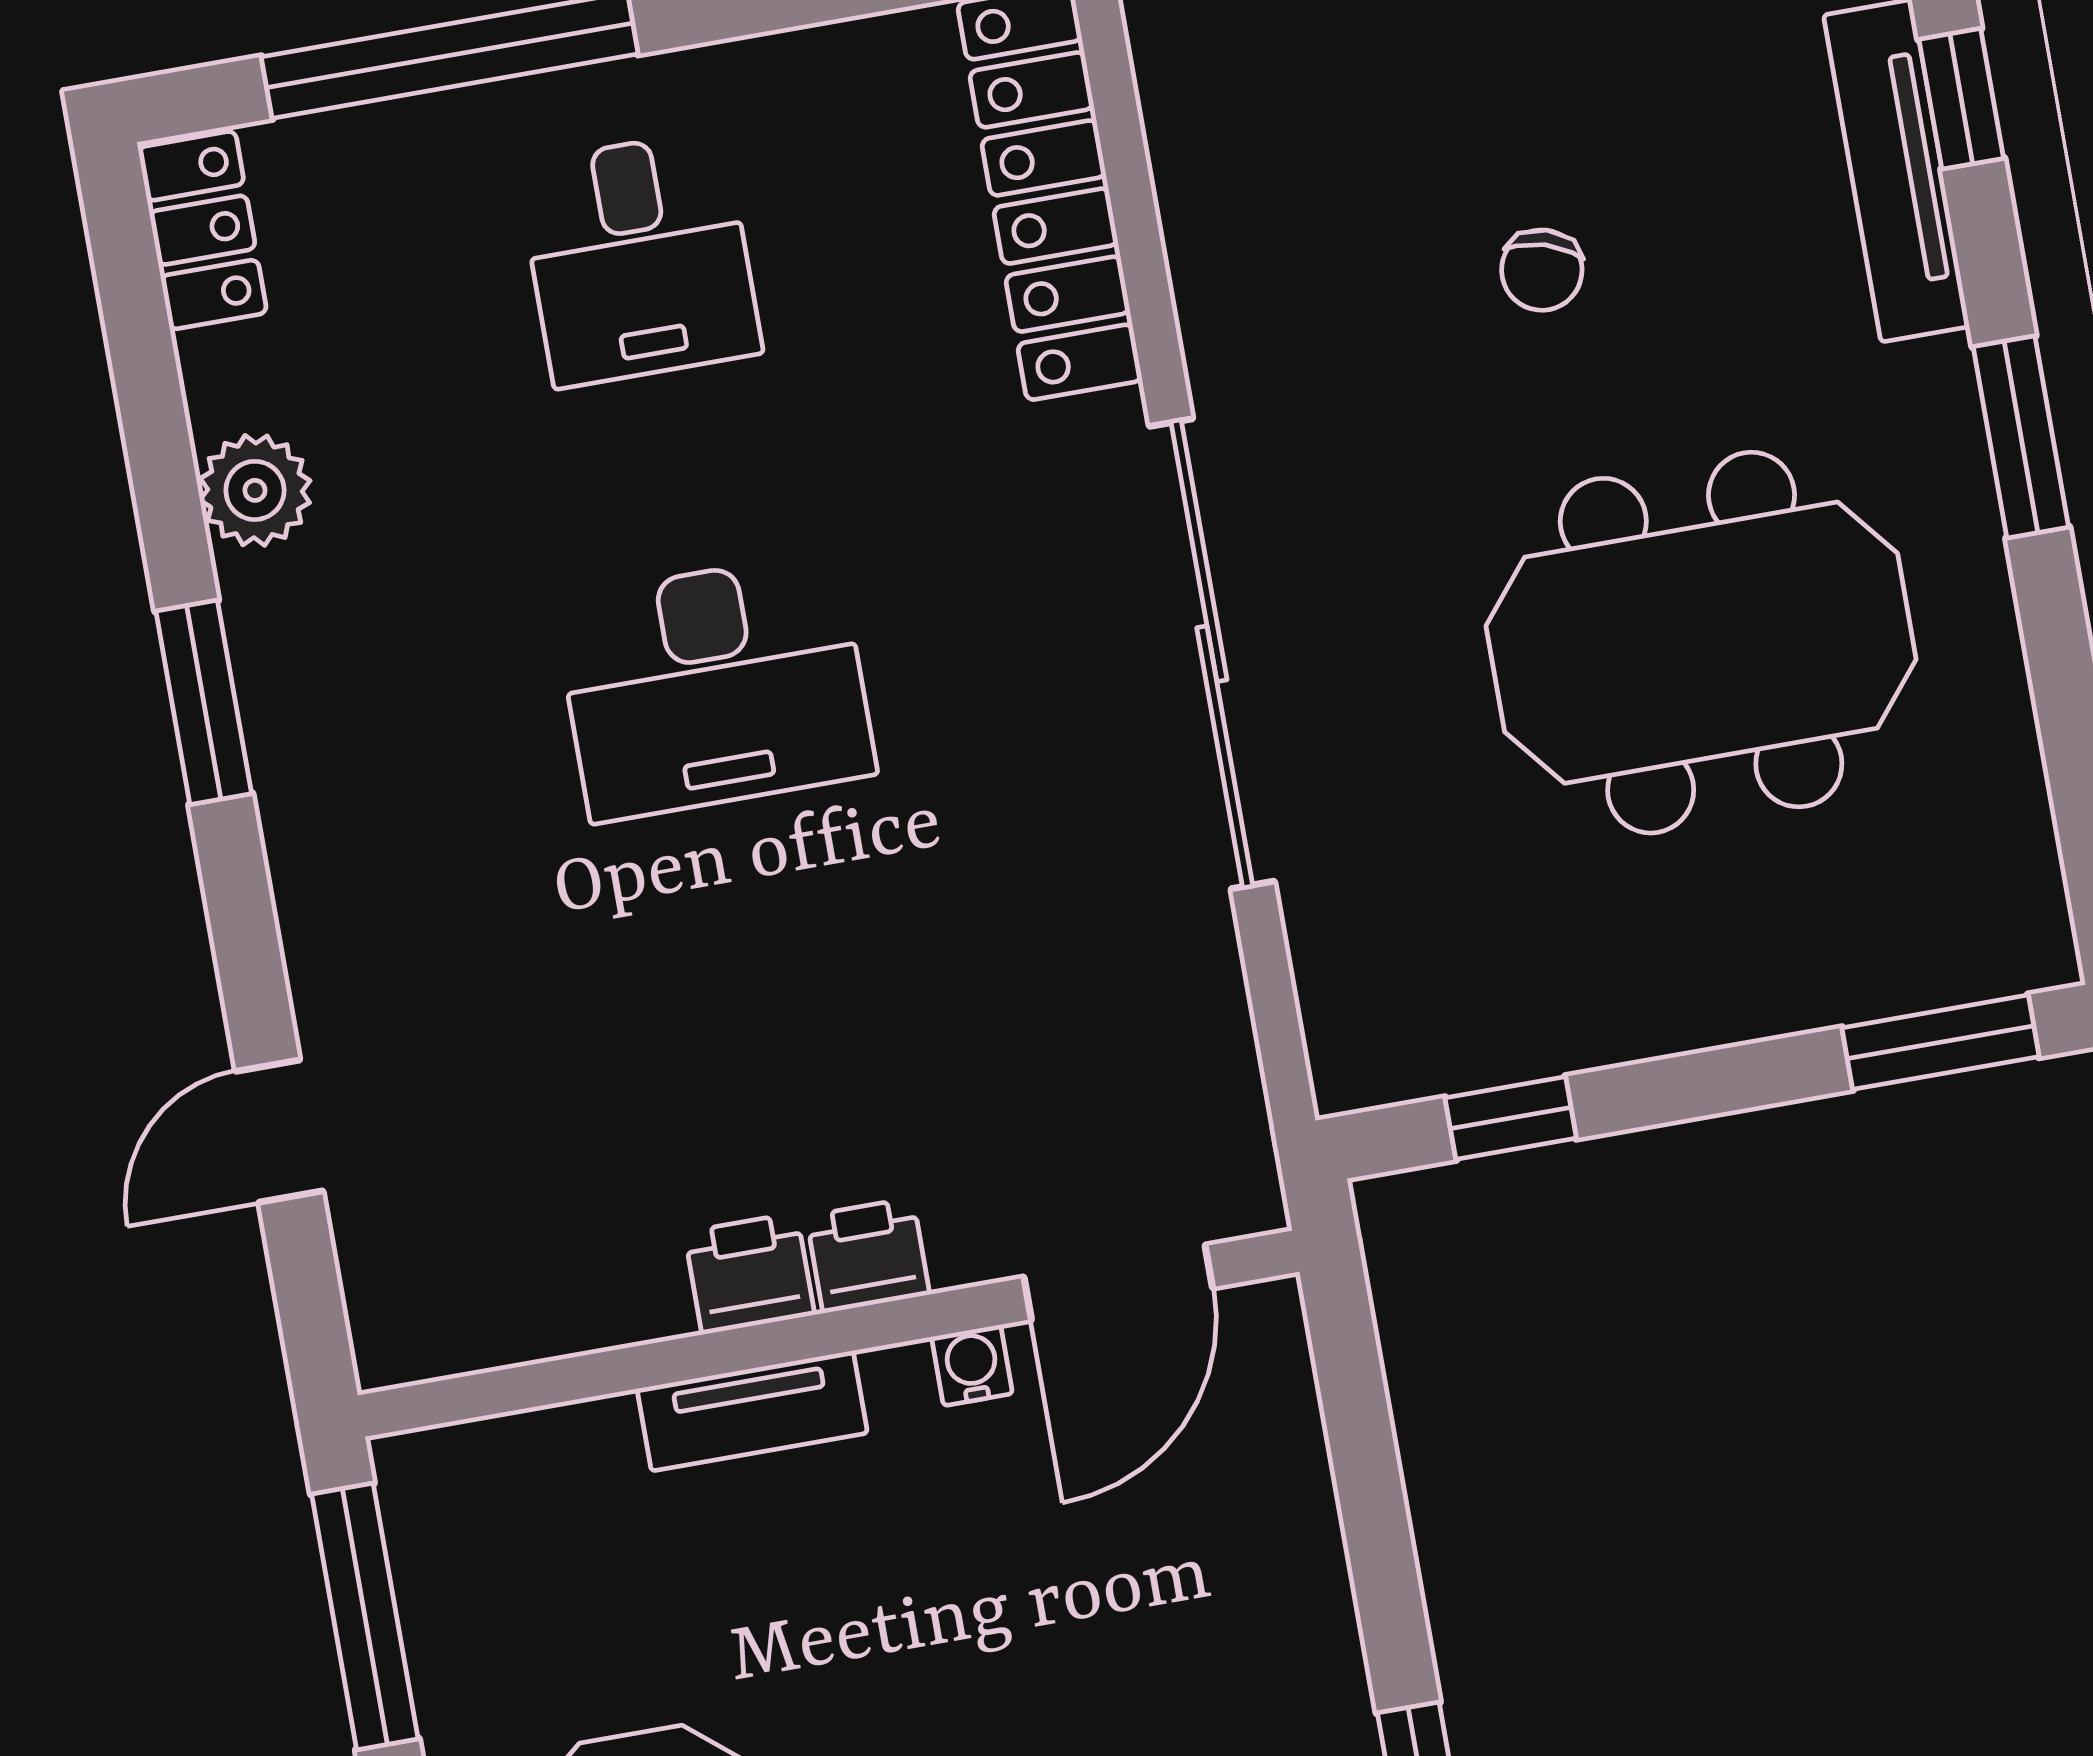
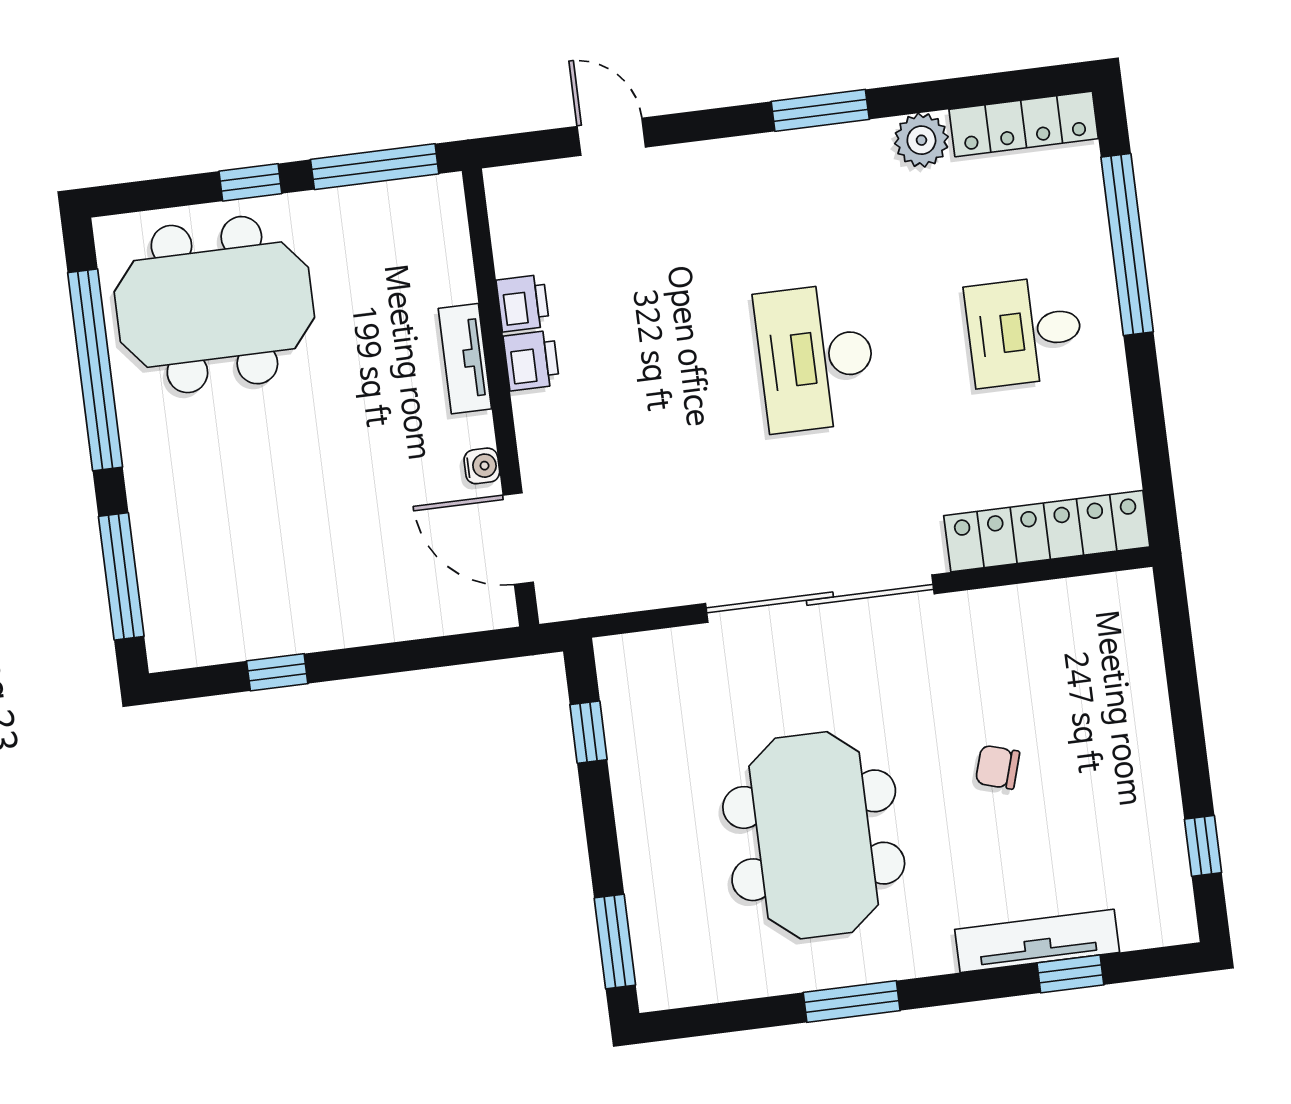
locker: (202, 230) -> (1024, 124), width x1.53
window: (2021, 437) -> (852, 1002), moved
printer: (868, 1255) -> (523, 303), moved

